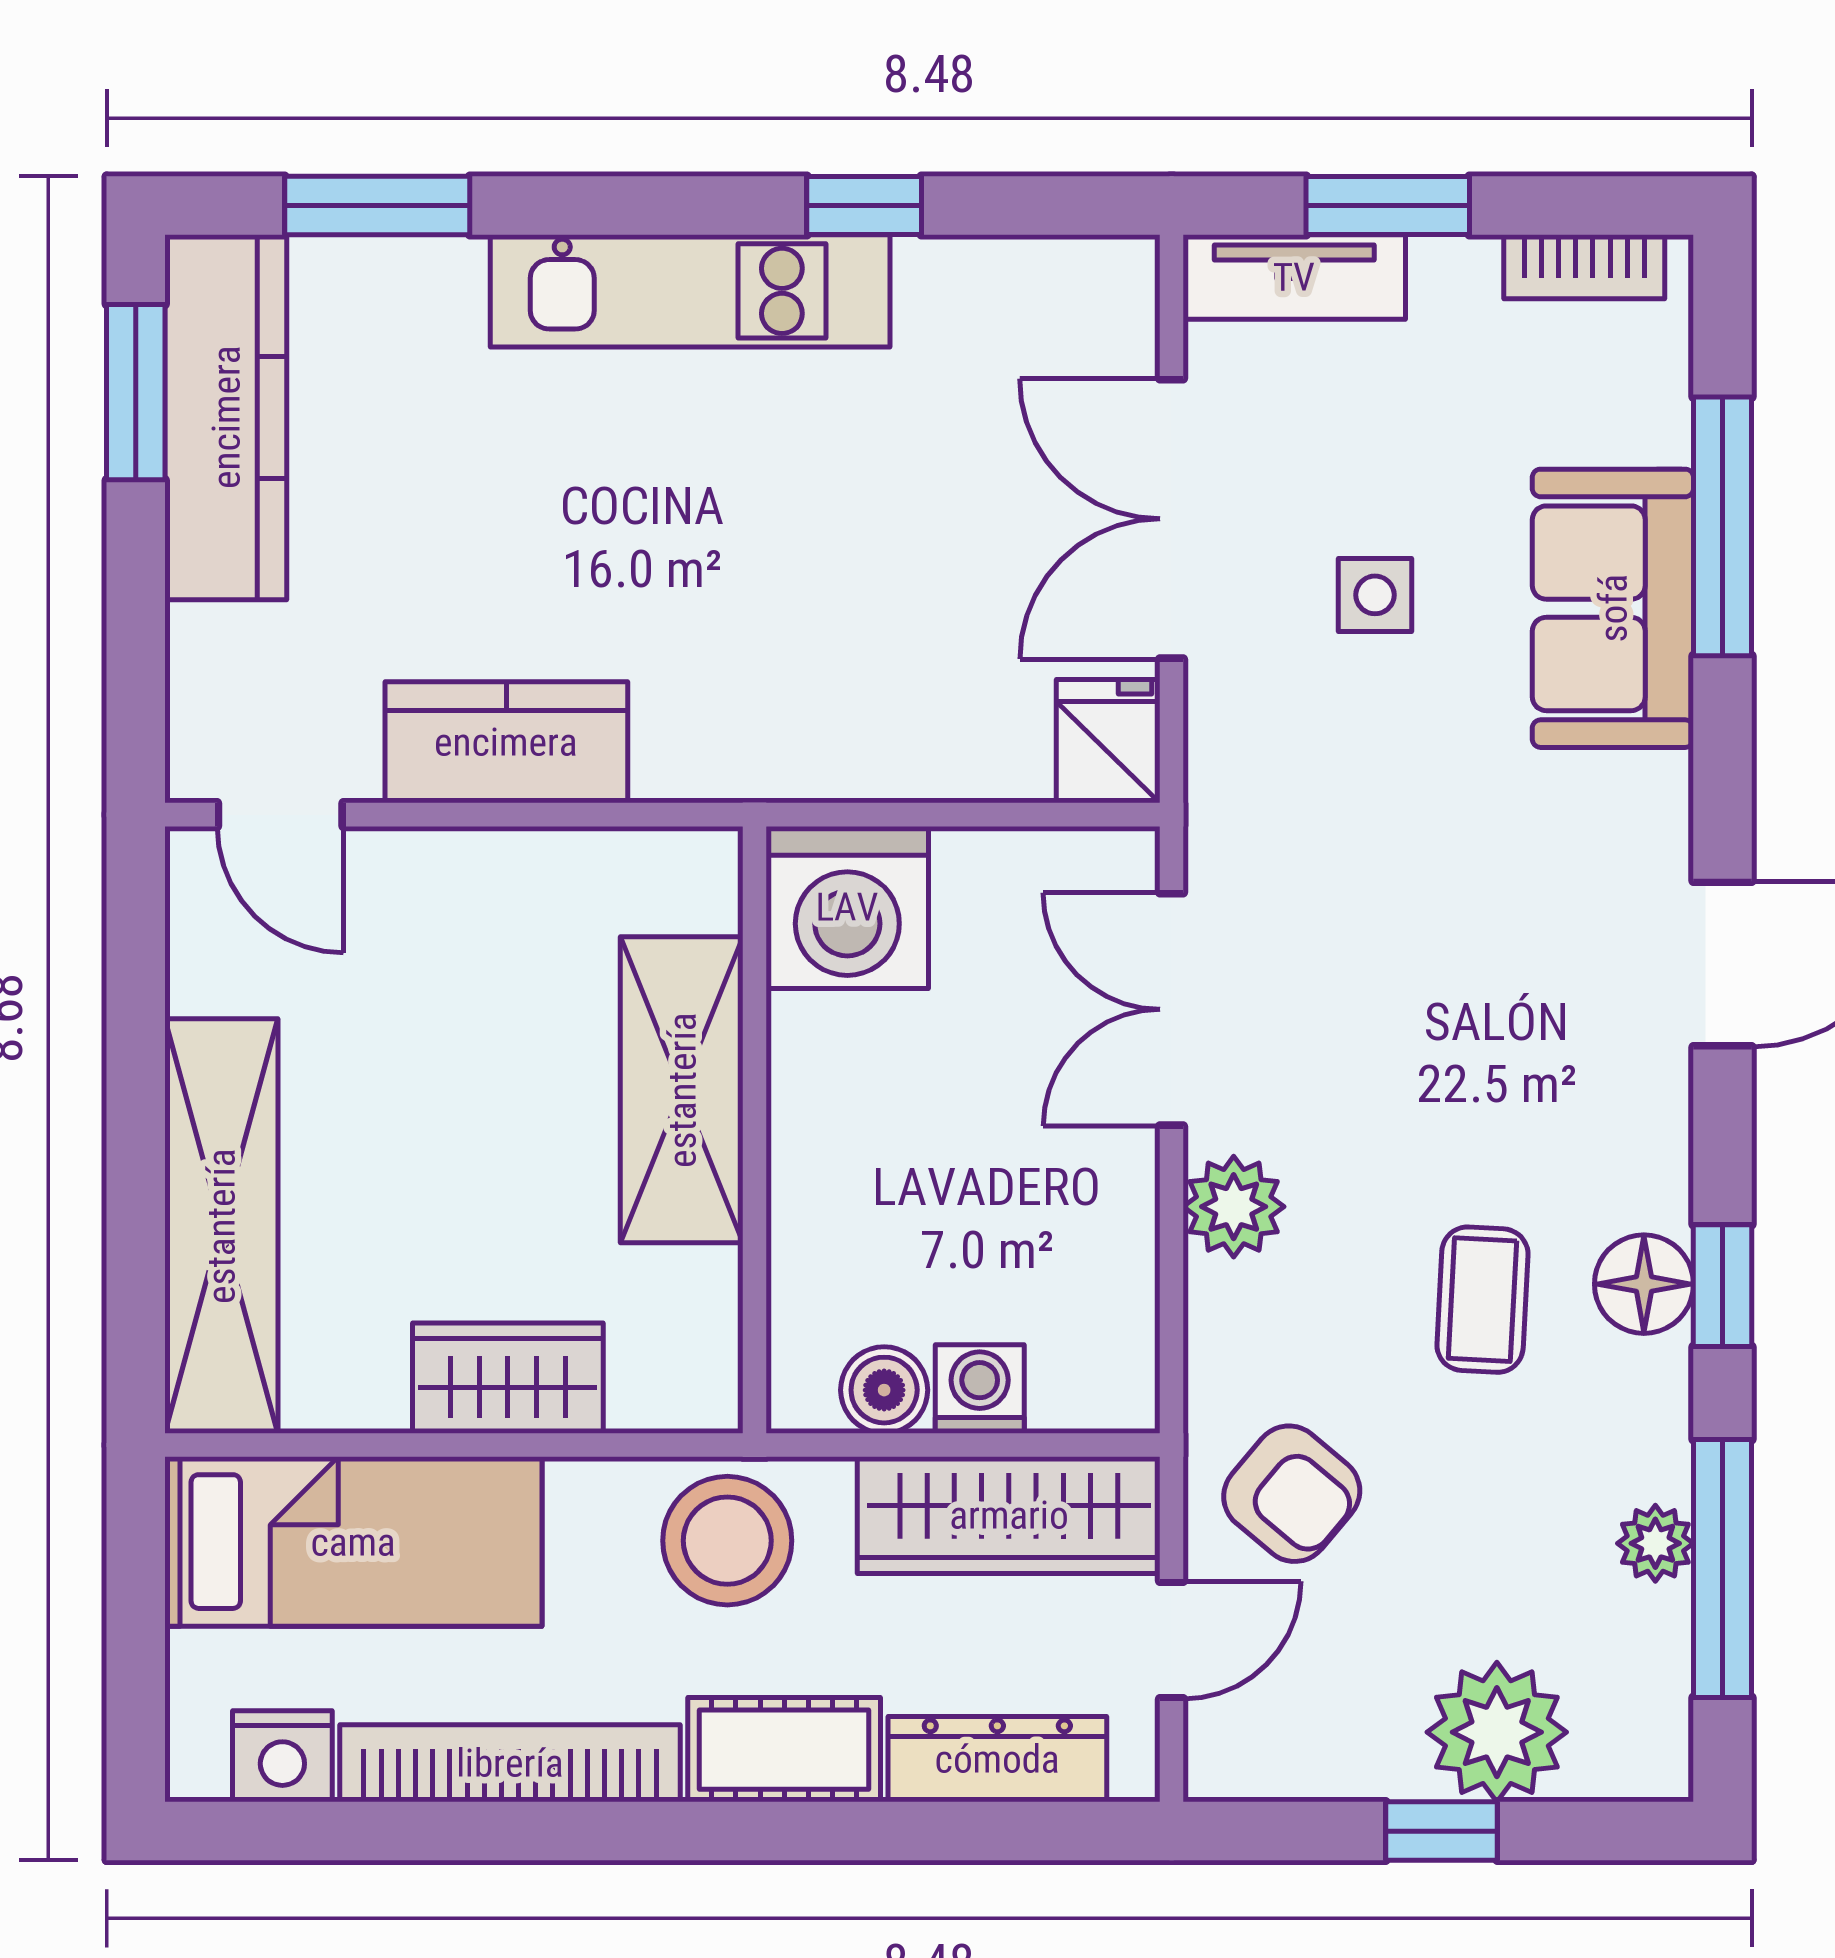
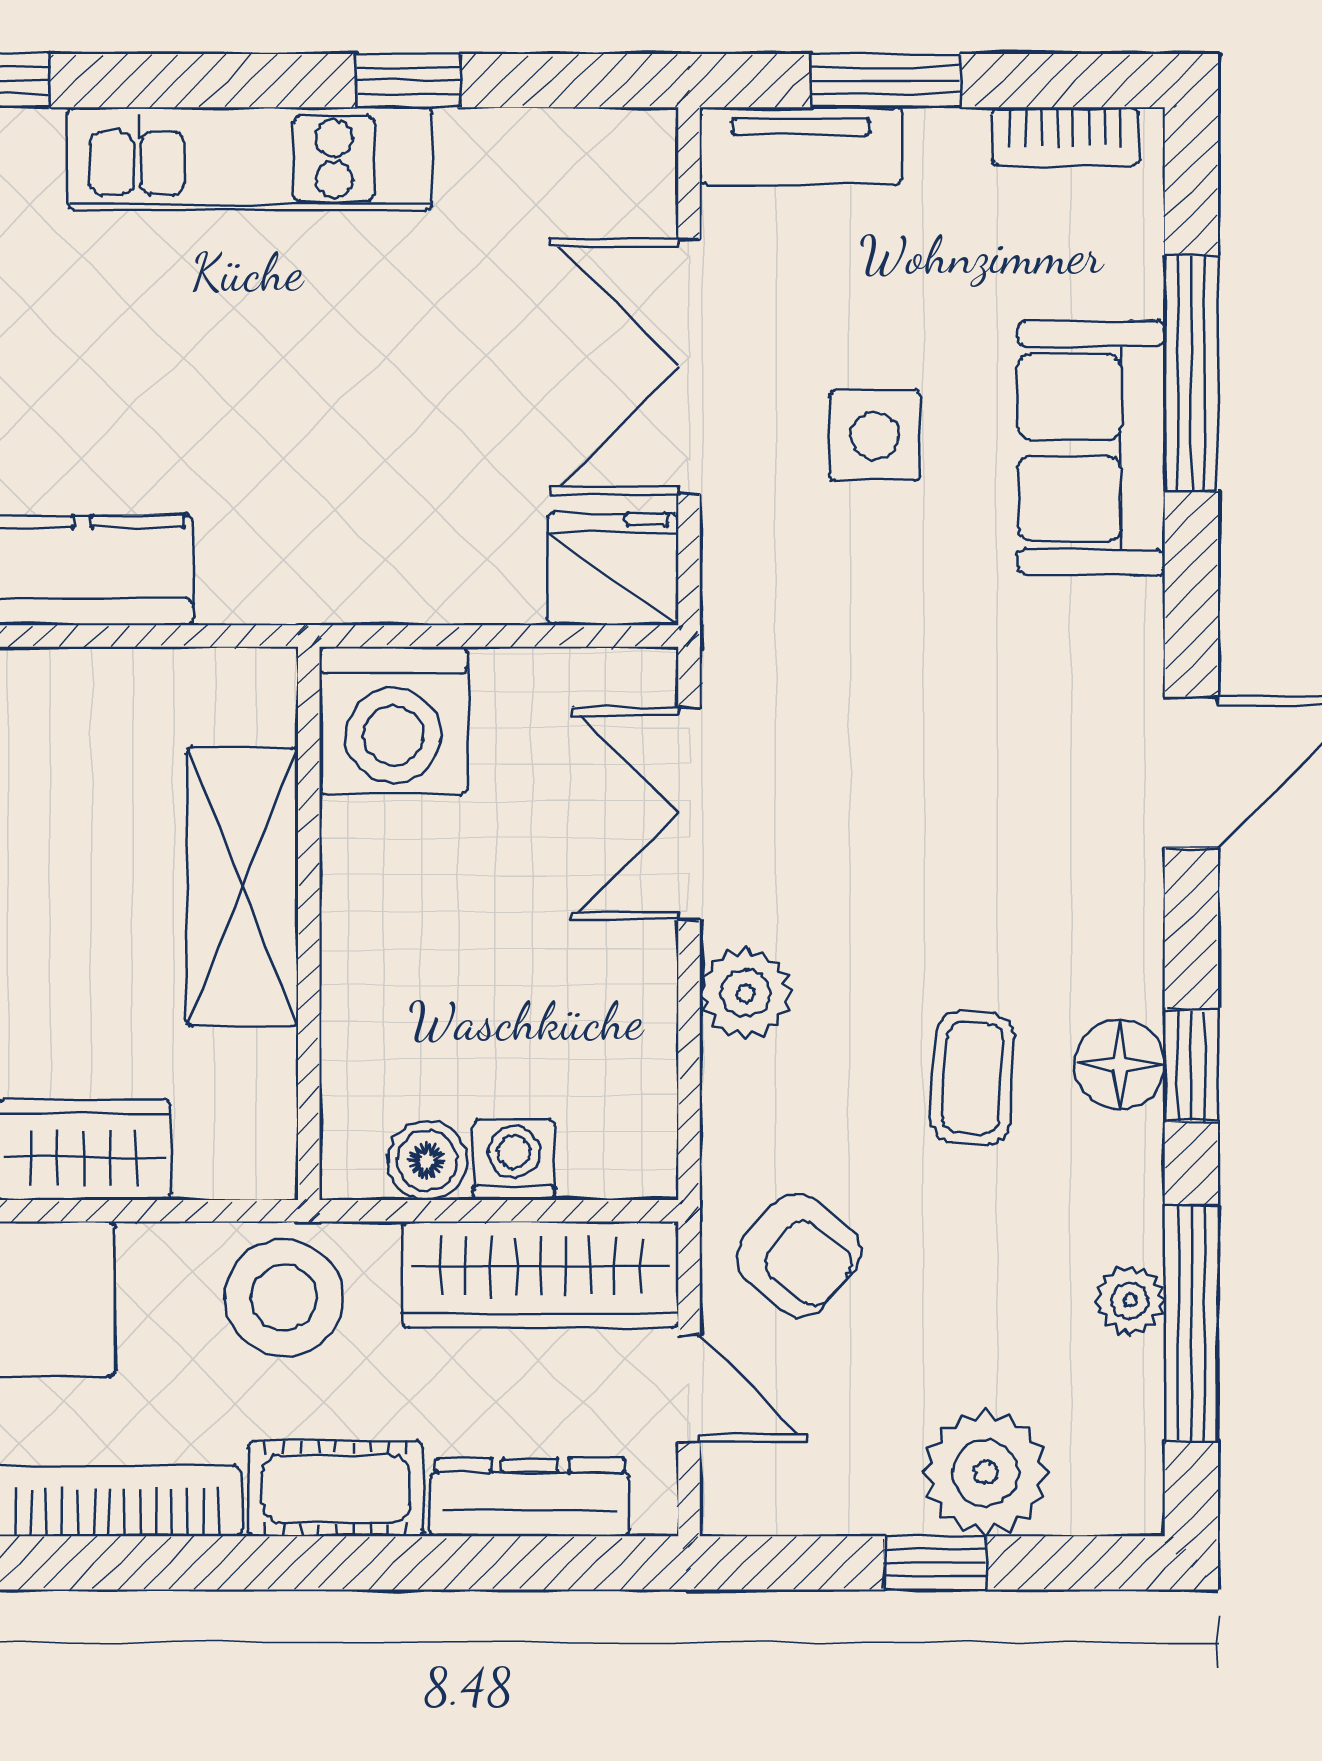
side table: (1375, 595) -> (874, 436), width x1.37, depth x1.37
fridge: (1108, 741) -> (613, 569), width x1.38
door: (1172, 1640) -> (689, 1389), hinge flipped

